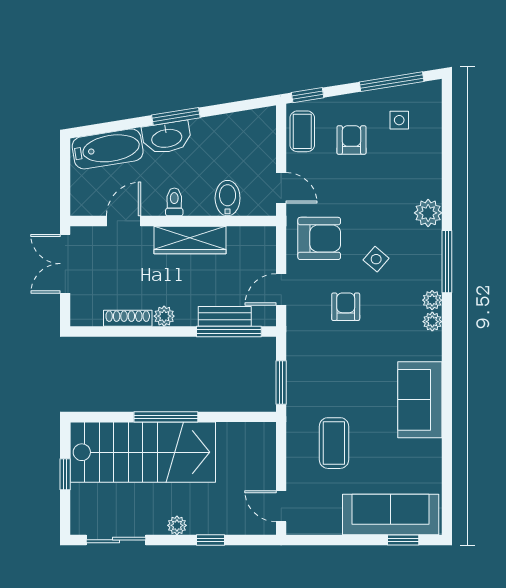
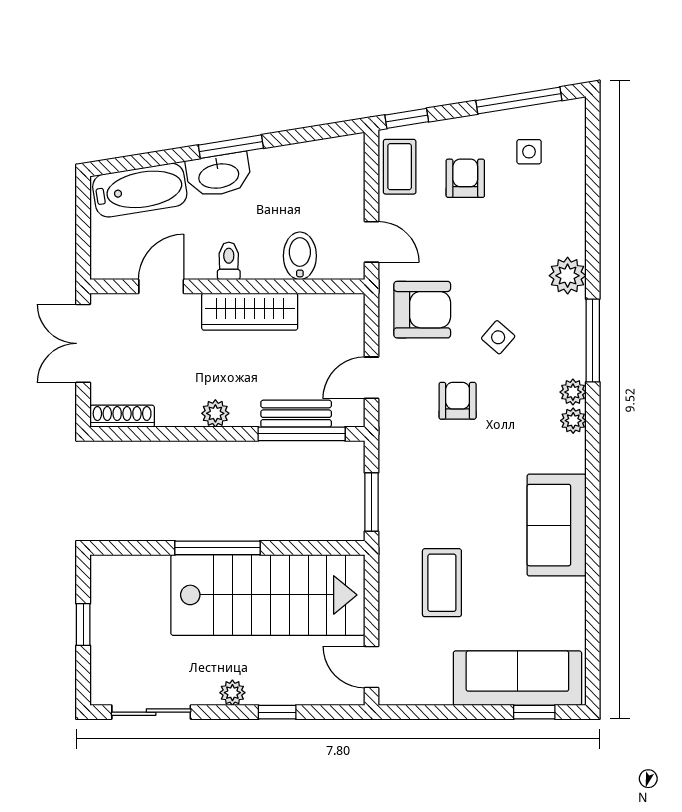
shoe rack: (128, 318) -> (122, 416), moved
stairs: (143, 452) -> (268, 595), moved

